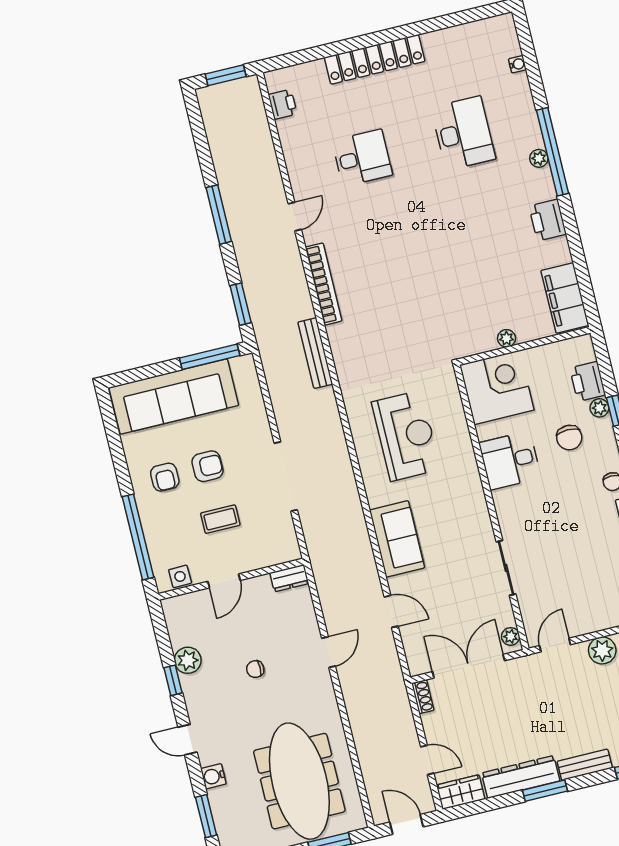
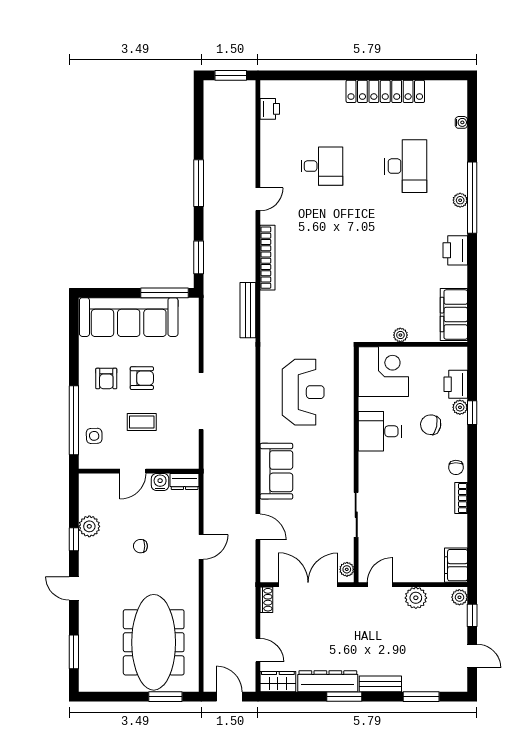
locker: (375, 59) -> (385, 91), moved
chair: (569, 438) -> (431, 425), turned 102
side table: (180, 576) -> (94, 436), moved
water cooler: (213, 776) -> (160, 482), moved, turned 90

